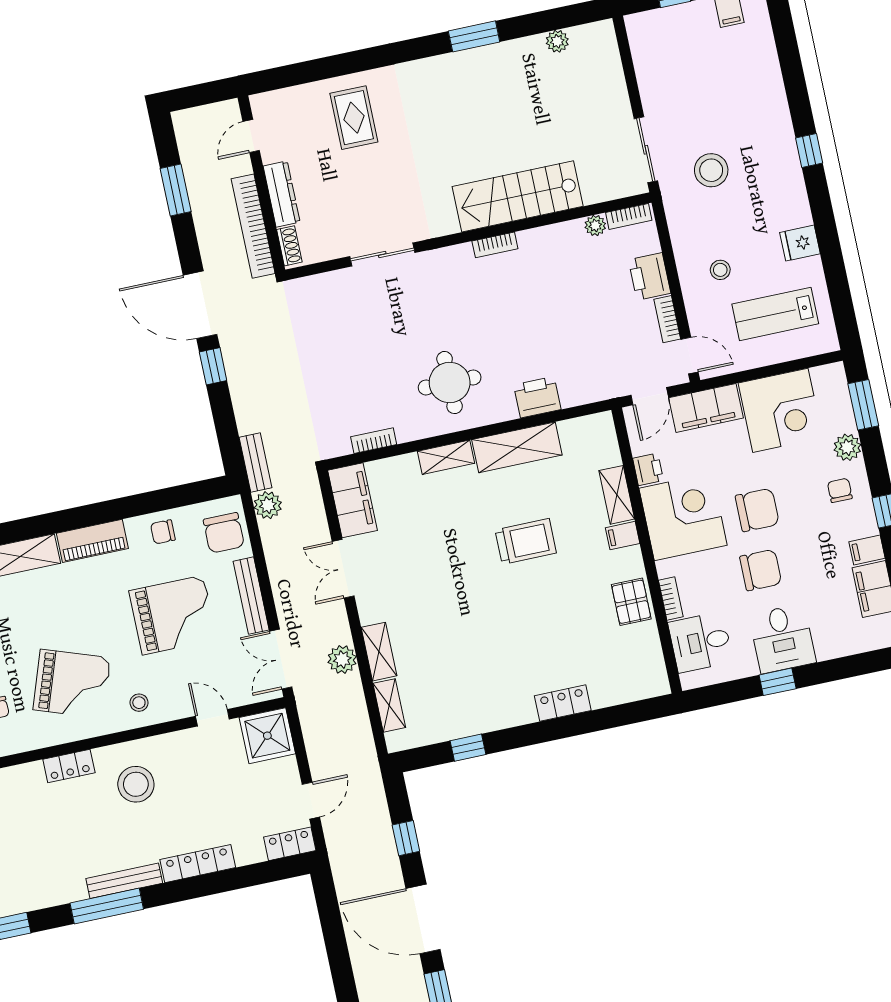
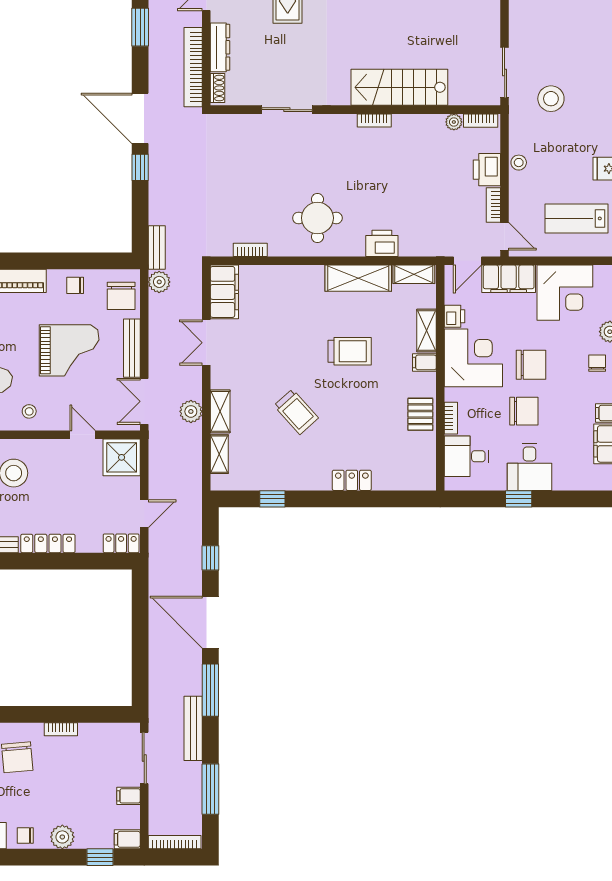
stool: (720, 270) -> (519, 163), moved
shelving: (446, 457) -> (414, 274), moved
trolley: (475, 632) -> (296, 412), added

